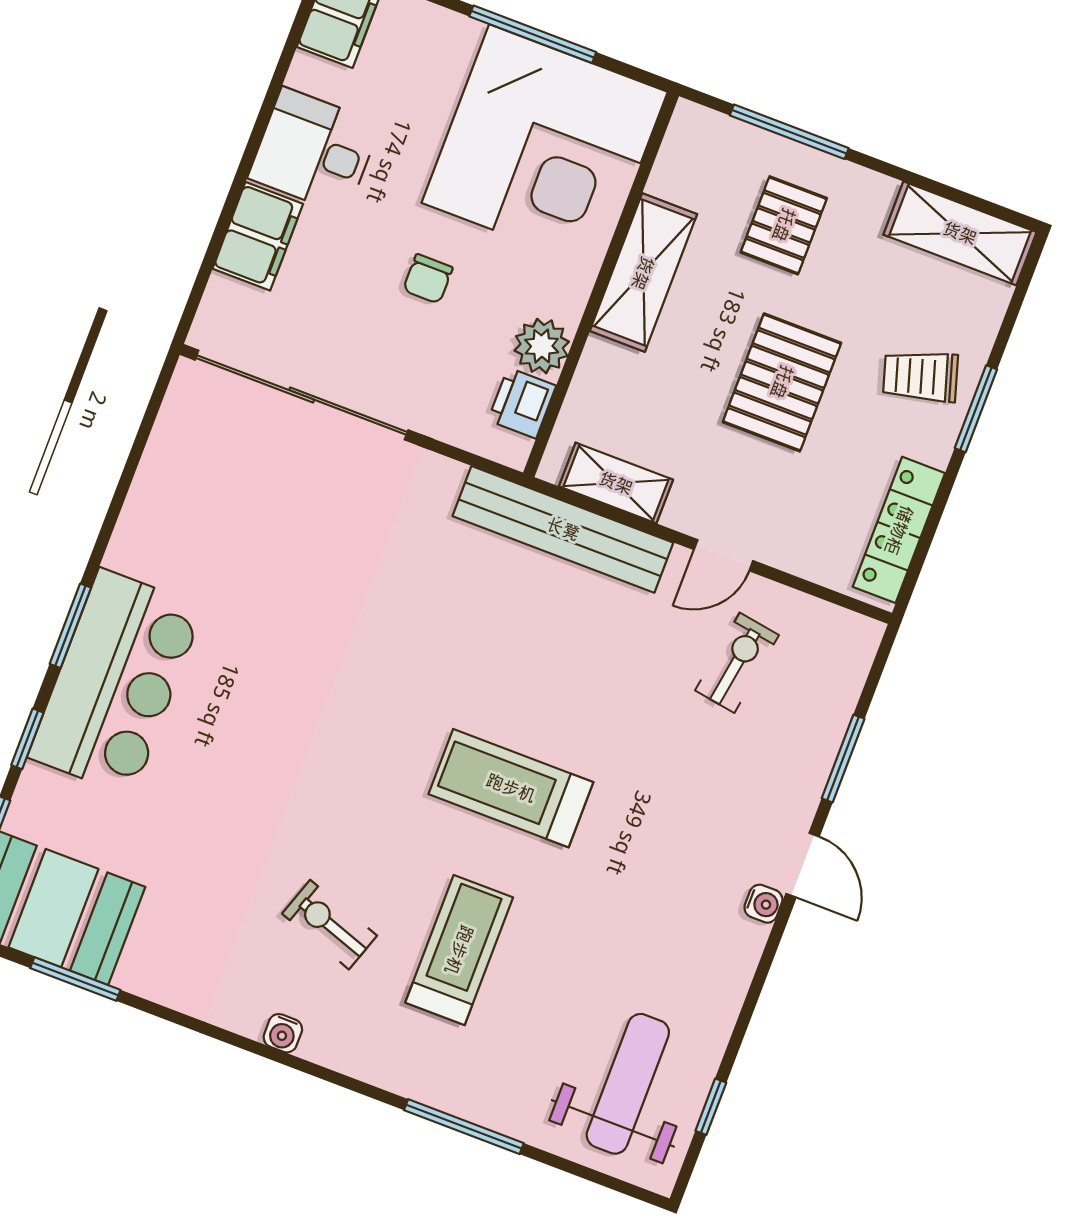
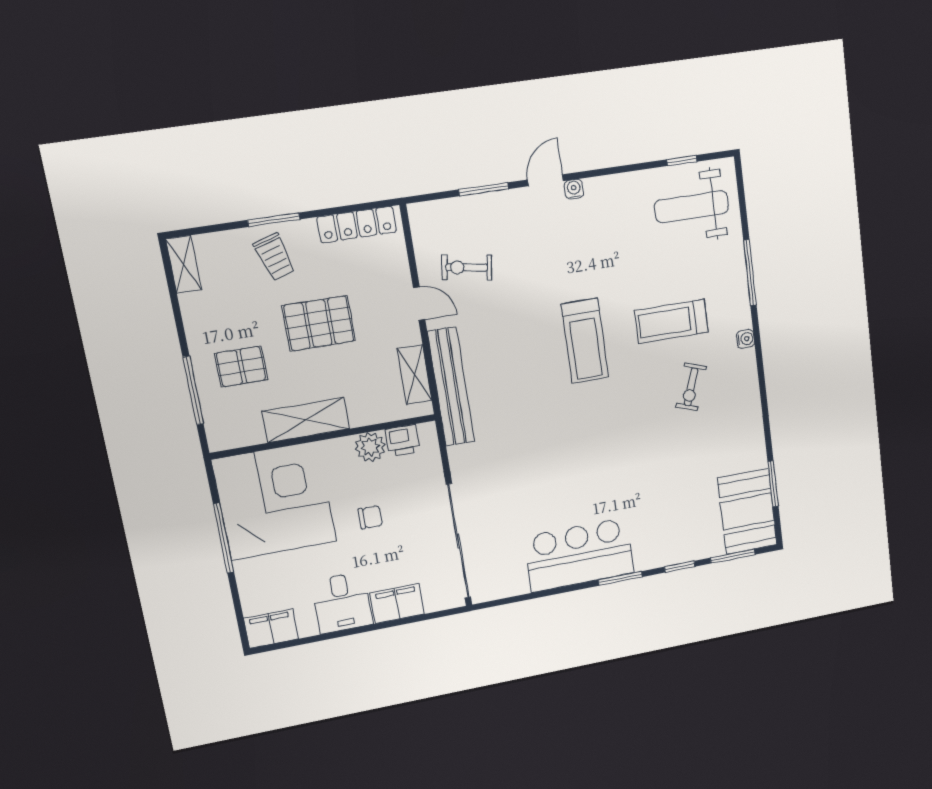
shelving: (960, 233) -> (184, 264), width x0.67, depth x0.75
bar counter: (116, 682) -> (579, 555), moved
water cooler: (283, 1033) -> (745, 339), moved

